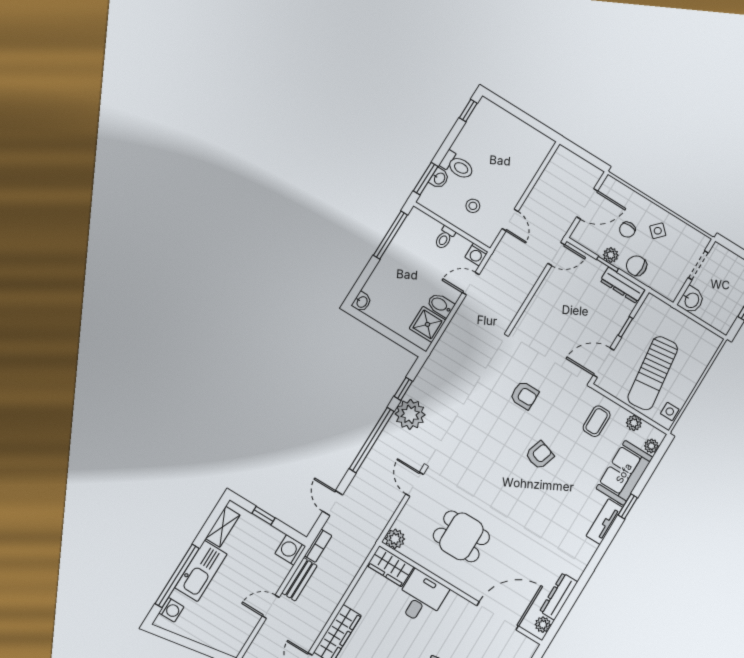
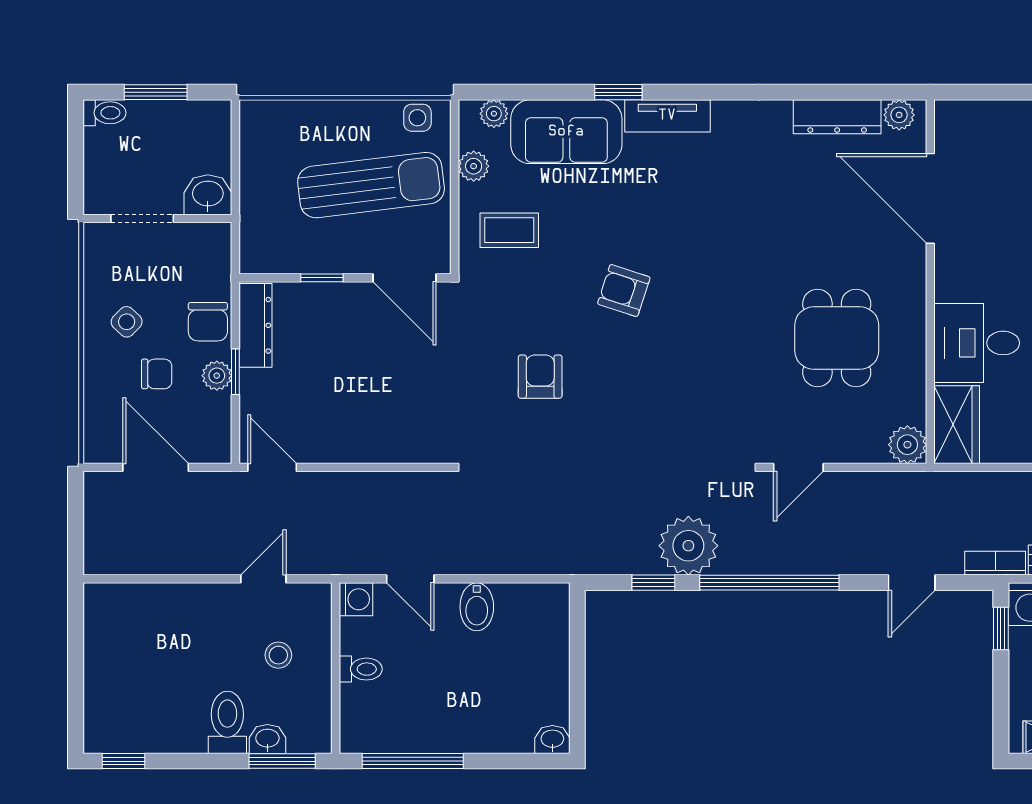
shower: (427, 324) -> (522, 609), removed
window: (263, 516) -> (1001, 628), moved

